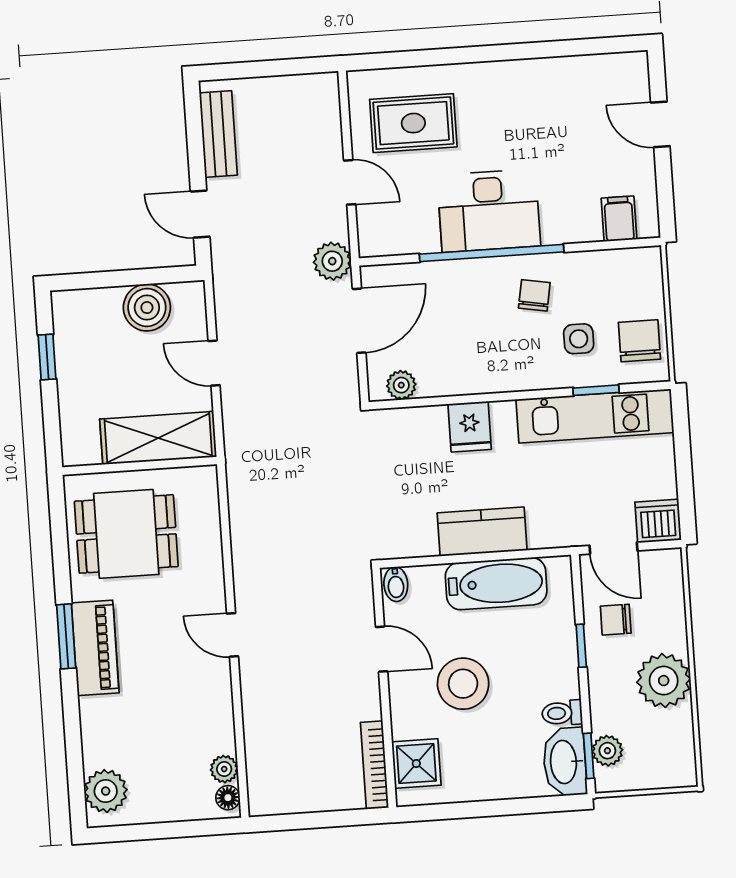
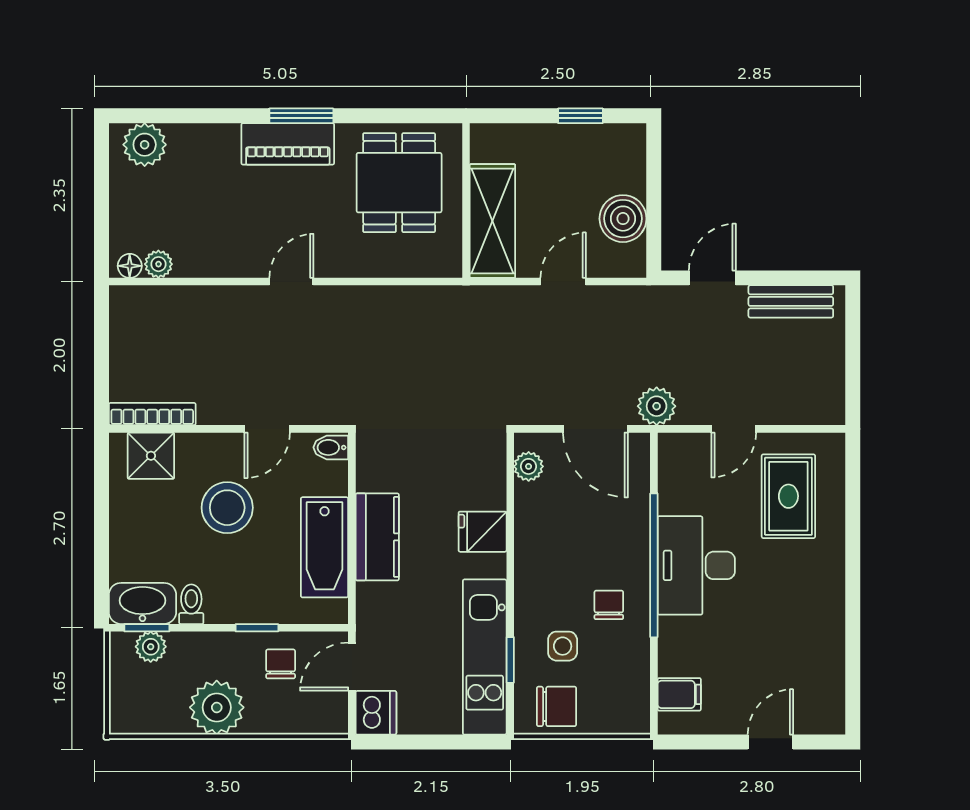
chair: (534, 295) -> (609, 605), turned -100

